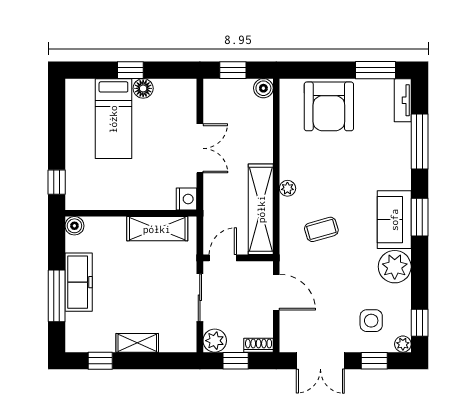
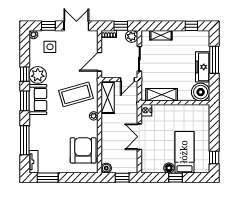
armchair: (329, 106) -> (83, 150), moved
window: (57, 182) -> (214, 157), moved
shelving: (261, 209) -> (108, 97), width x0.68
boiler: (74, 226) -> (201, 92), width x1.86, depth x1.86
coffee table: (321, 229) -> (76, 94), width x1.86, depth x1.72
door: (276, 292) -> (99, 62), hinge flipped
window: (420, 323) -> (25, 74), moved
shelving: (137, 343) -> (161, 35), moved

